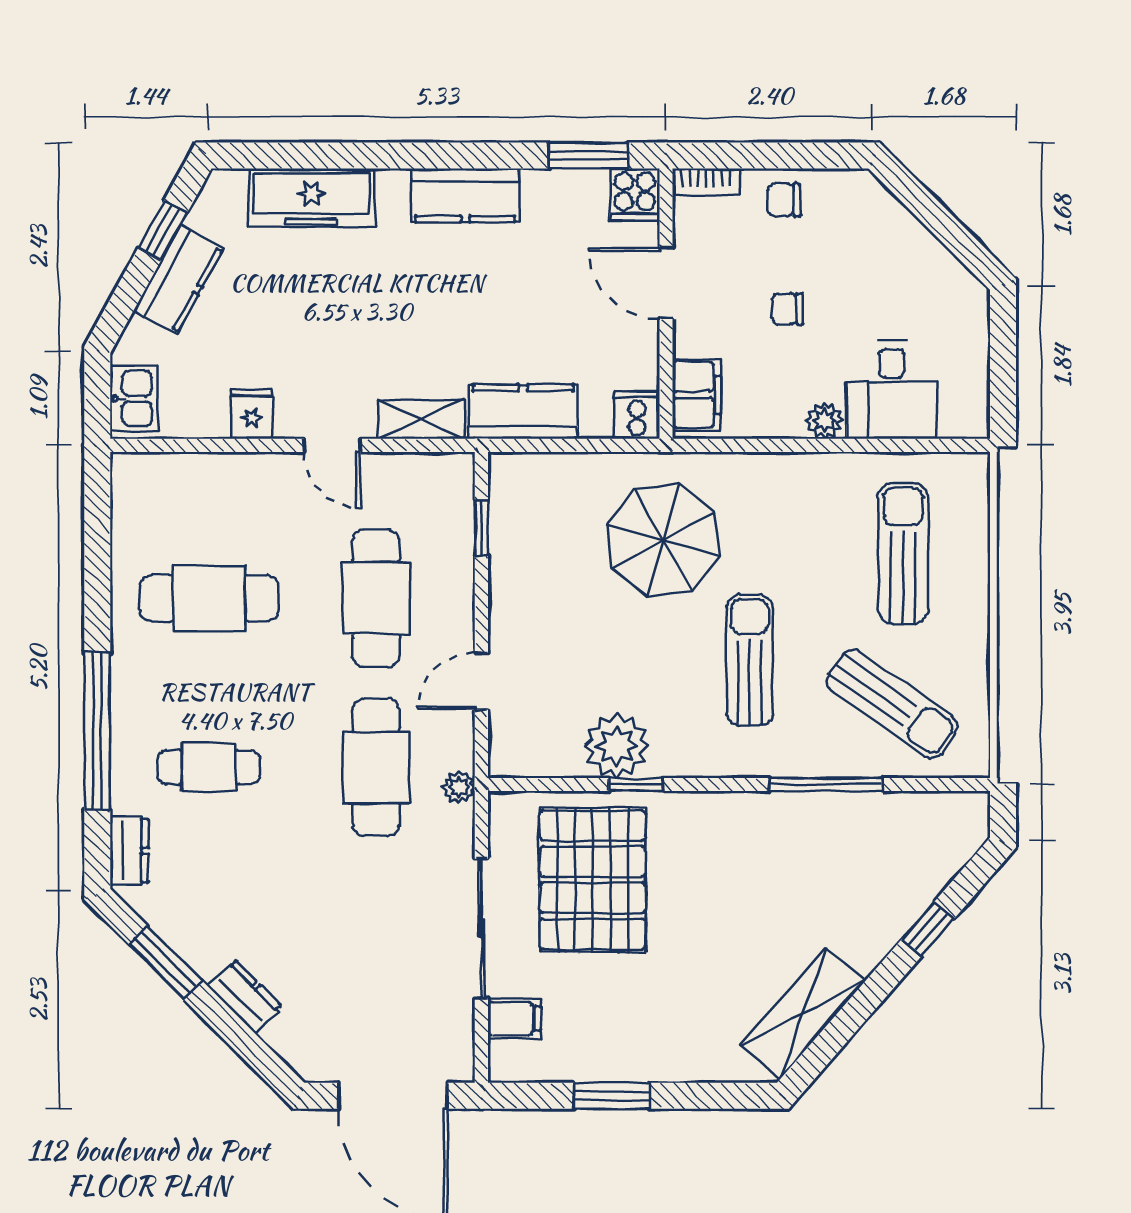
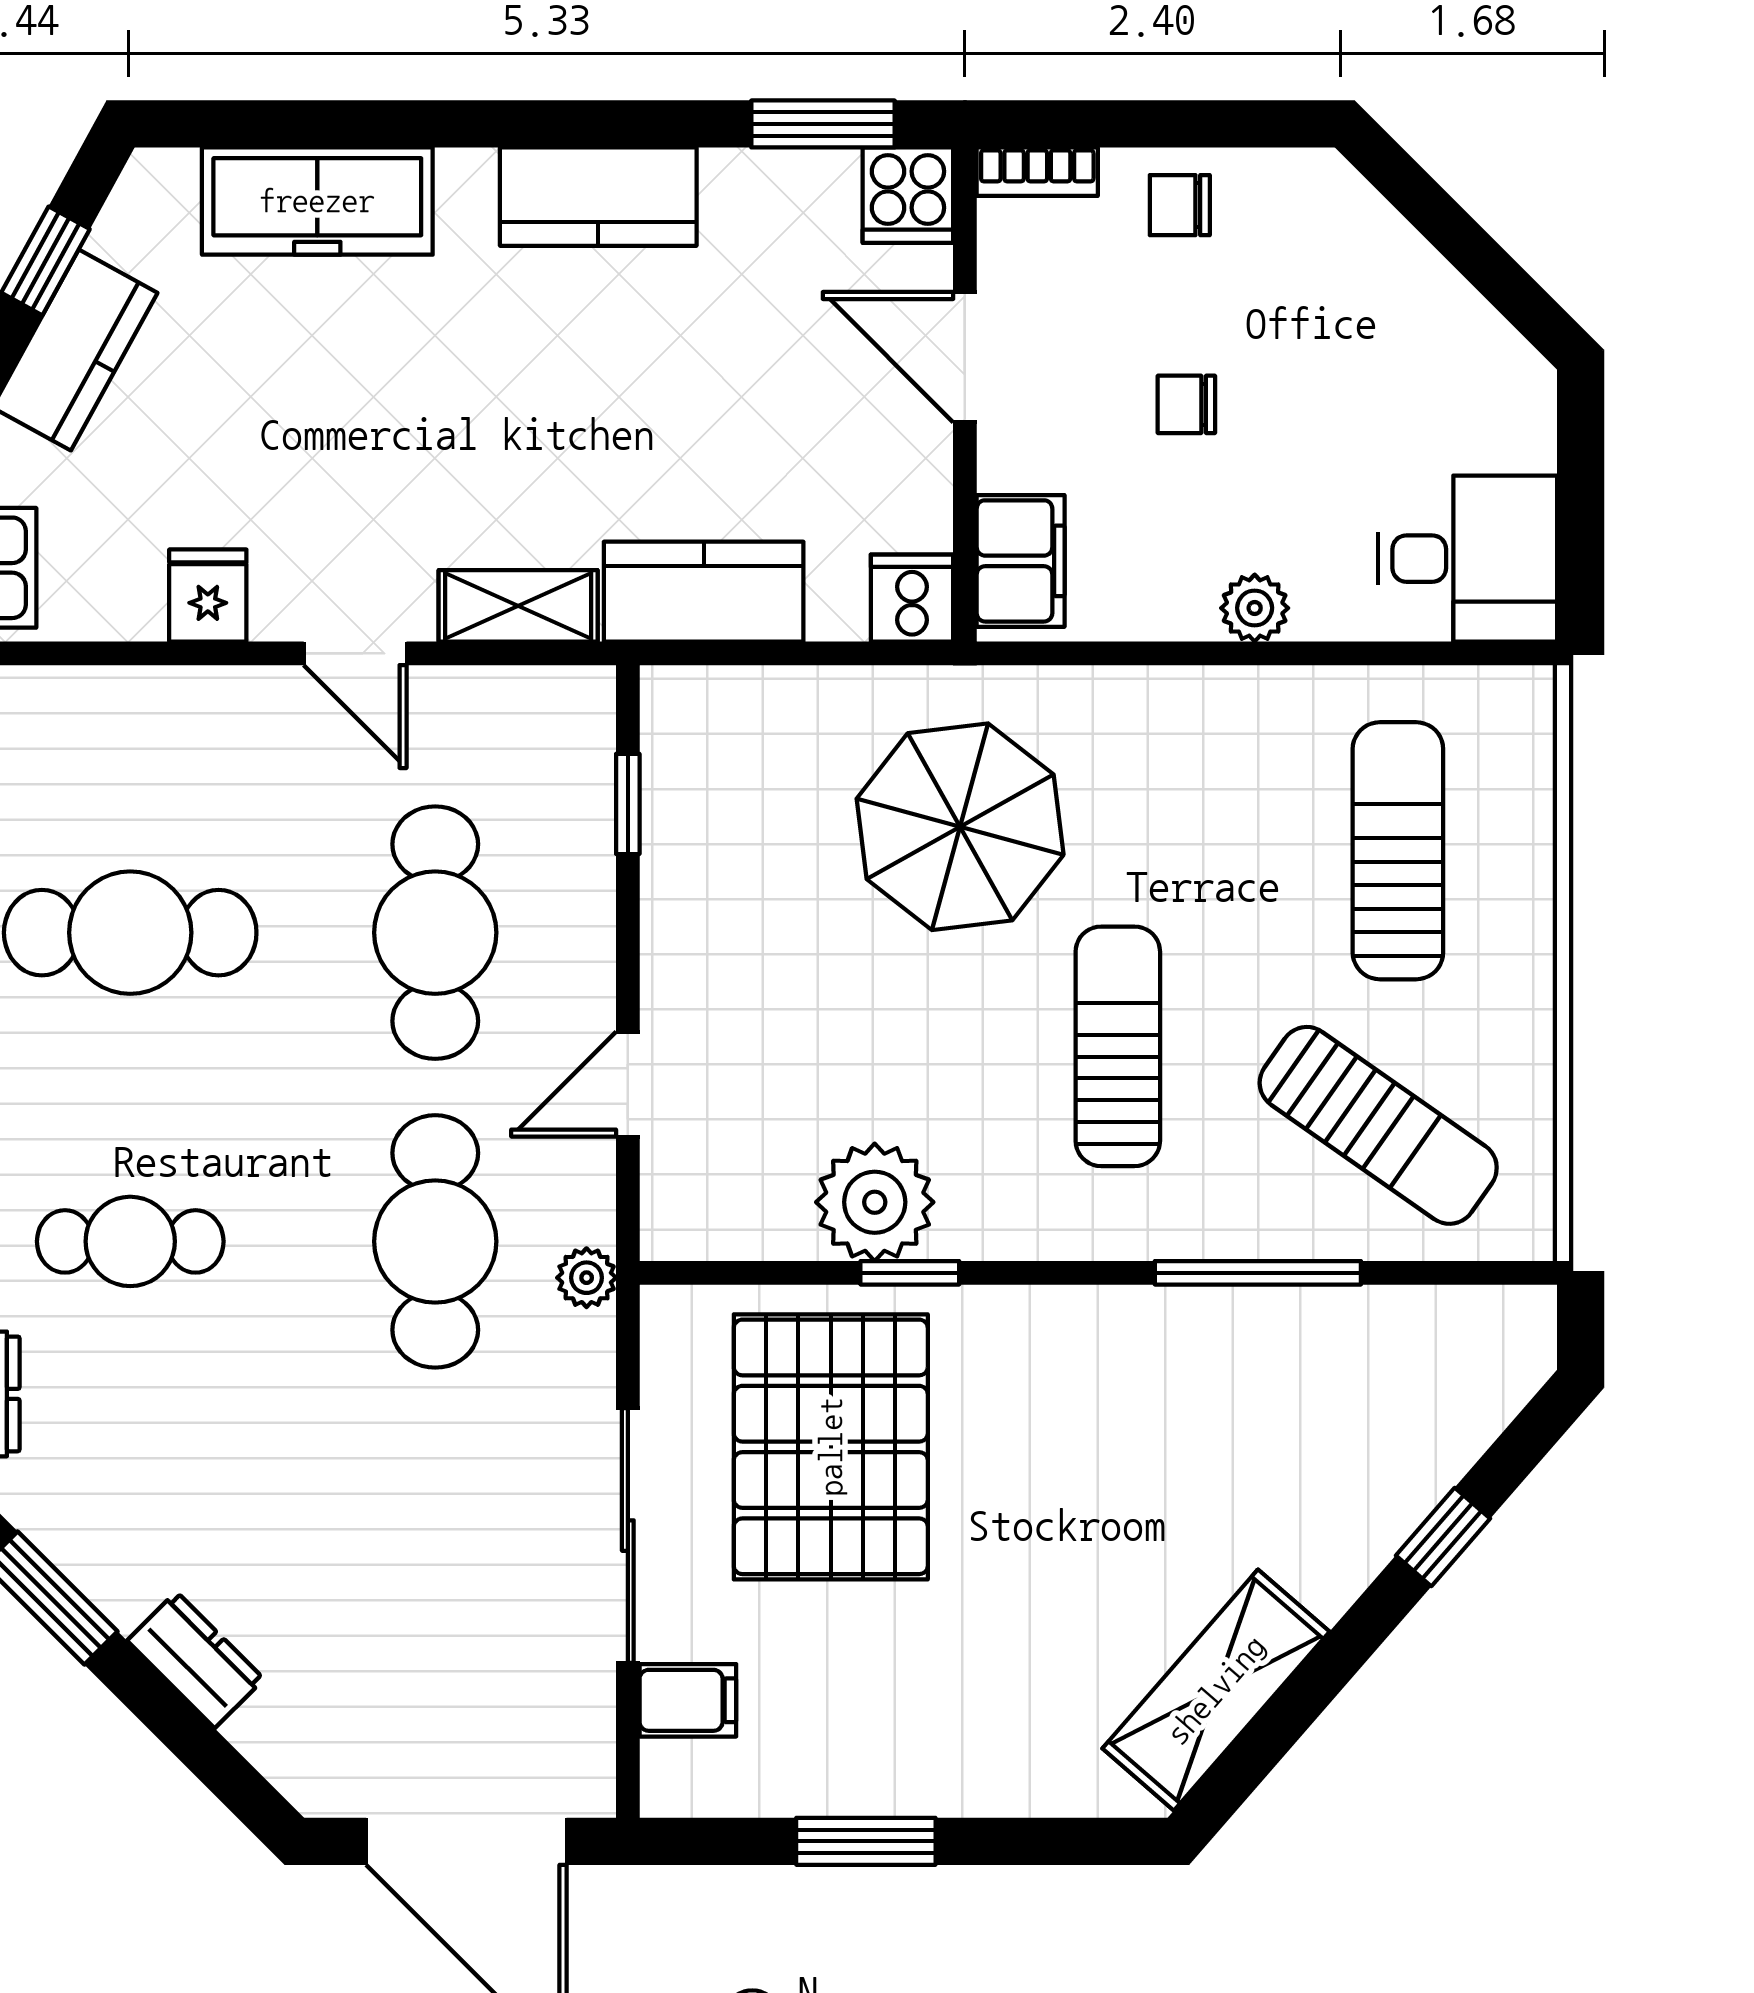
desk: (892, 390) -> (1468, 559), moved, turned -90

